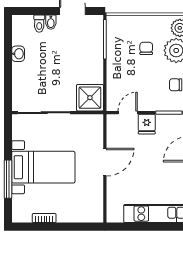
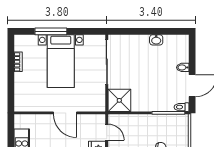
toilet: (39, 24) -> (182, 107), moved

